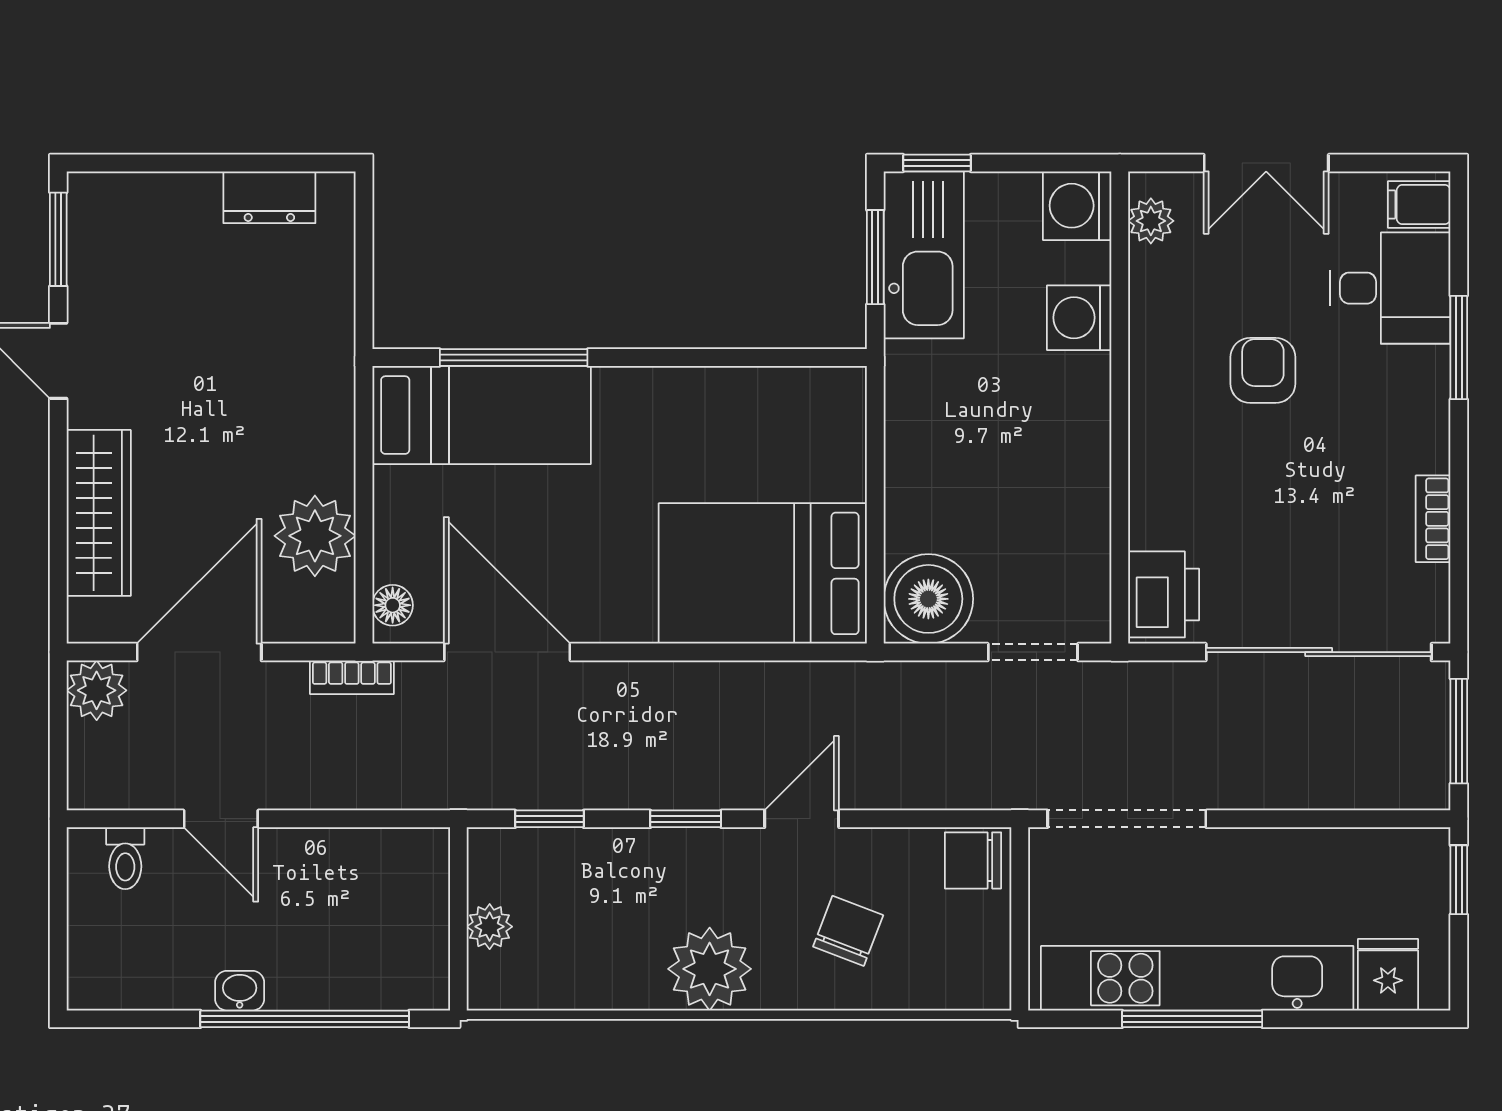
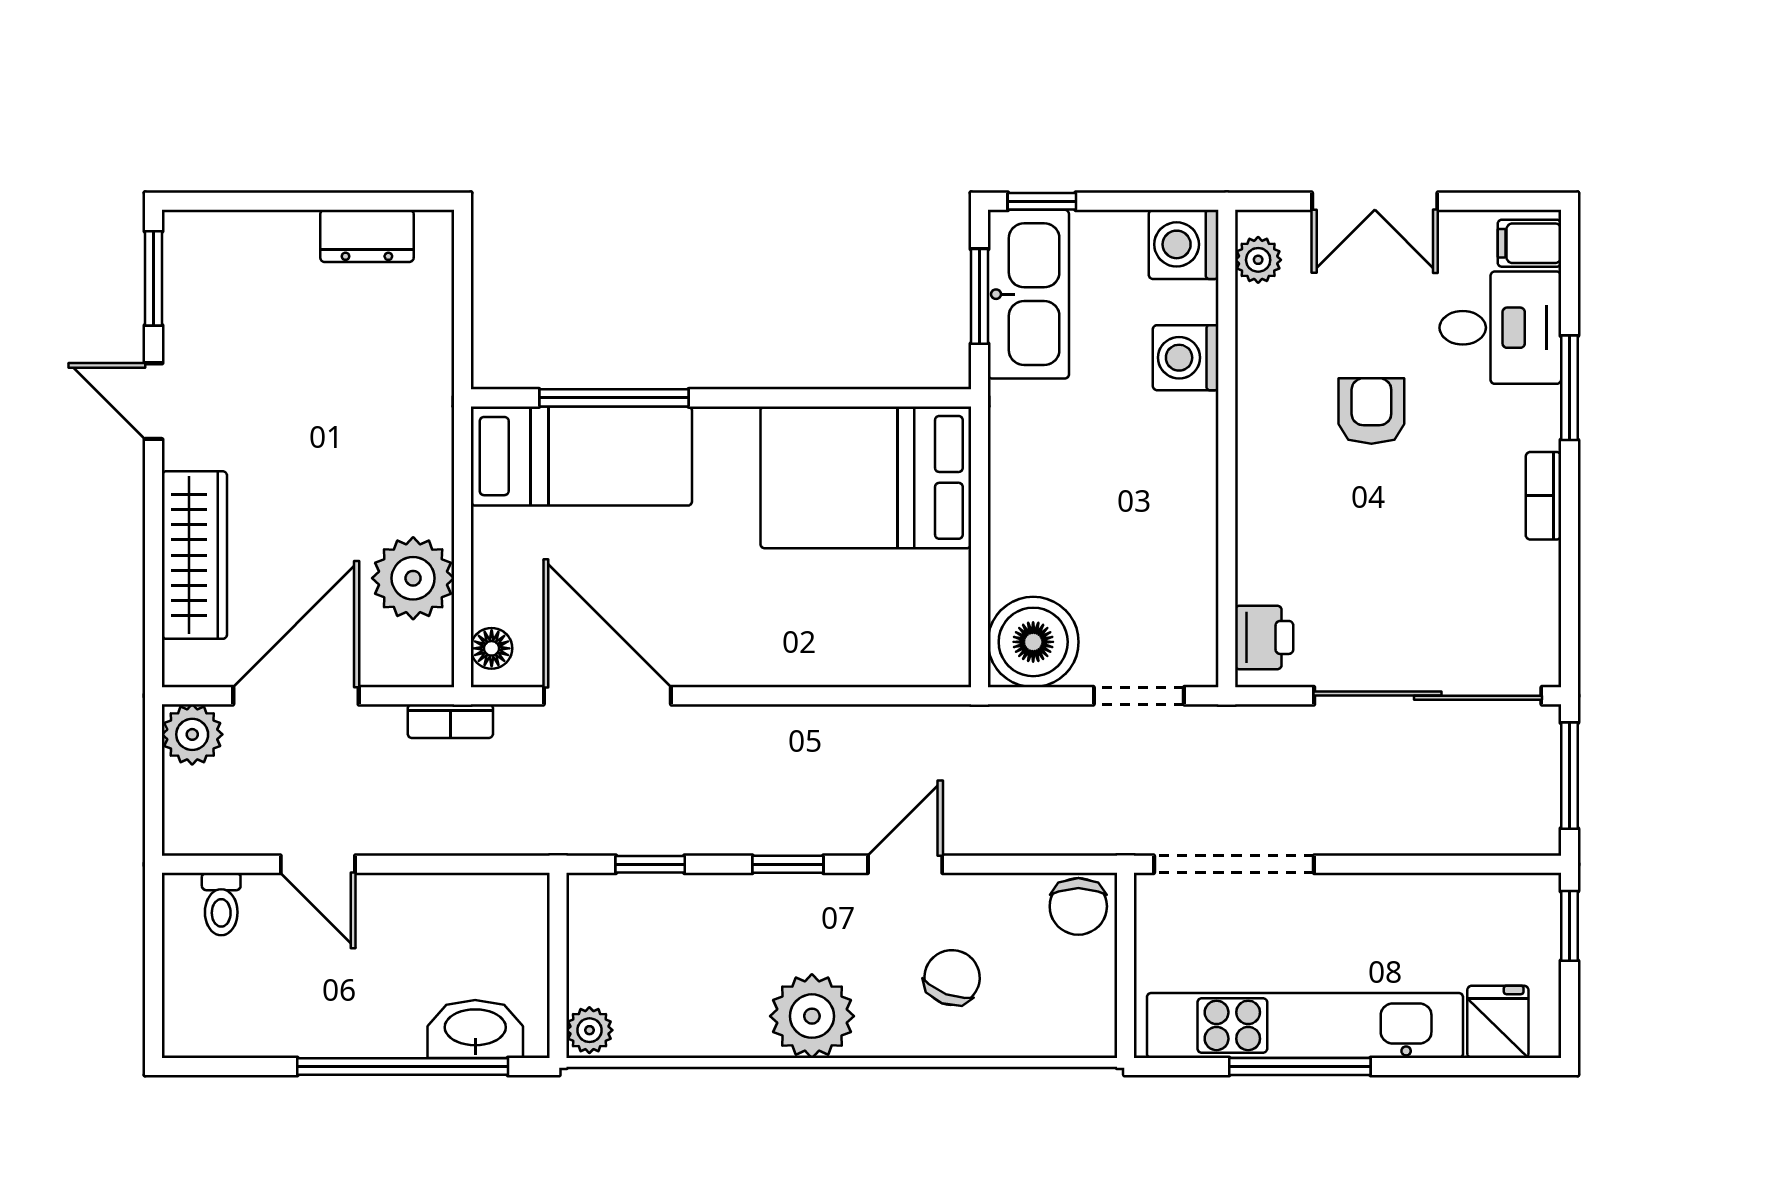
bookcase: (1433, 519) -> (1543, 496), moved
bed: (763, 573) -> (866, 477), moved
printer: (1164, 594) -> (1264, 637), width x0.73, depth x0.81
chair: (973, 860) -> (1078, 906), turned -90
plant: (490, 927) -> (589, 1030), moved
washbasin: (240, 991) -> (475, 1029), moved, width x1.91, depth x1.45

